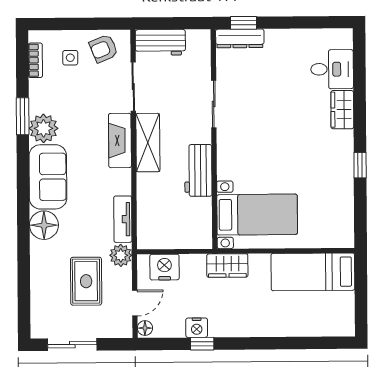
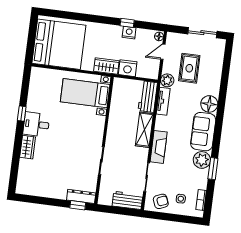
desk: (332, 69) -> (36, 124), moved
shelving: (148, 143) -> (144, 130), moved
workbench: (198, 170) -> (148, 97), moved, turned 180
nightstand: (165, 267) -> (128, 68), moved
bed: (313, 272) -> (59, 44), width x2.04

